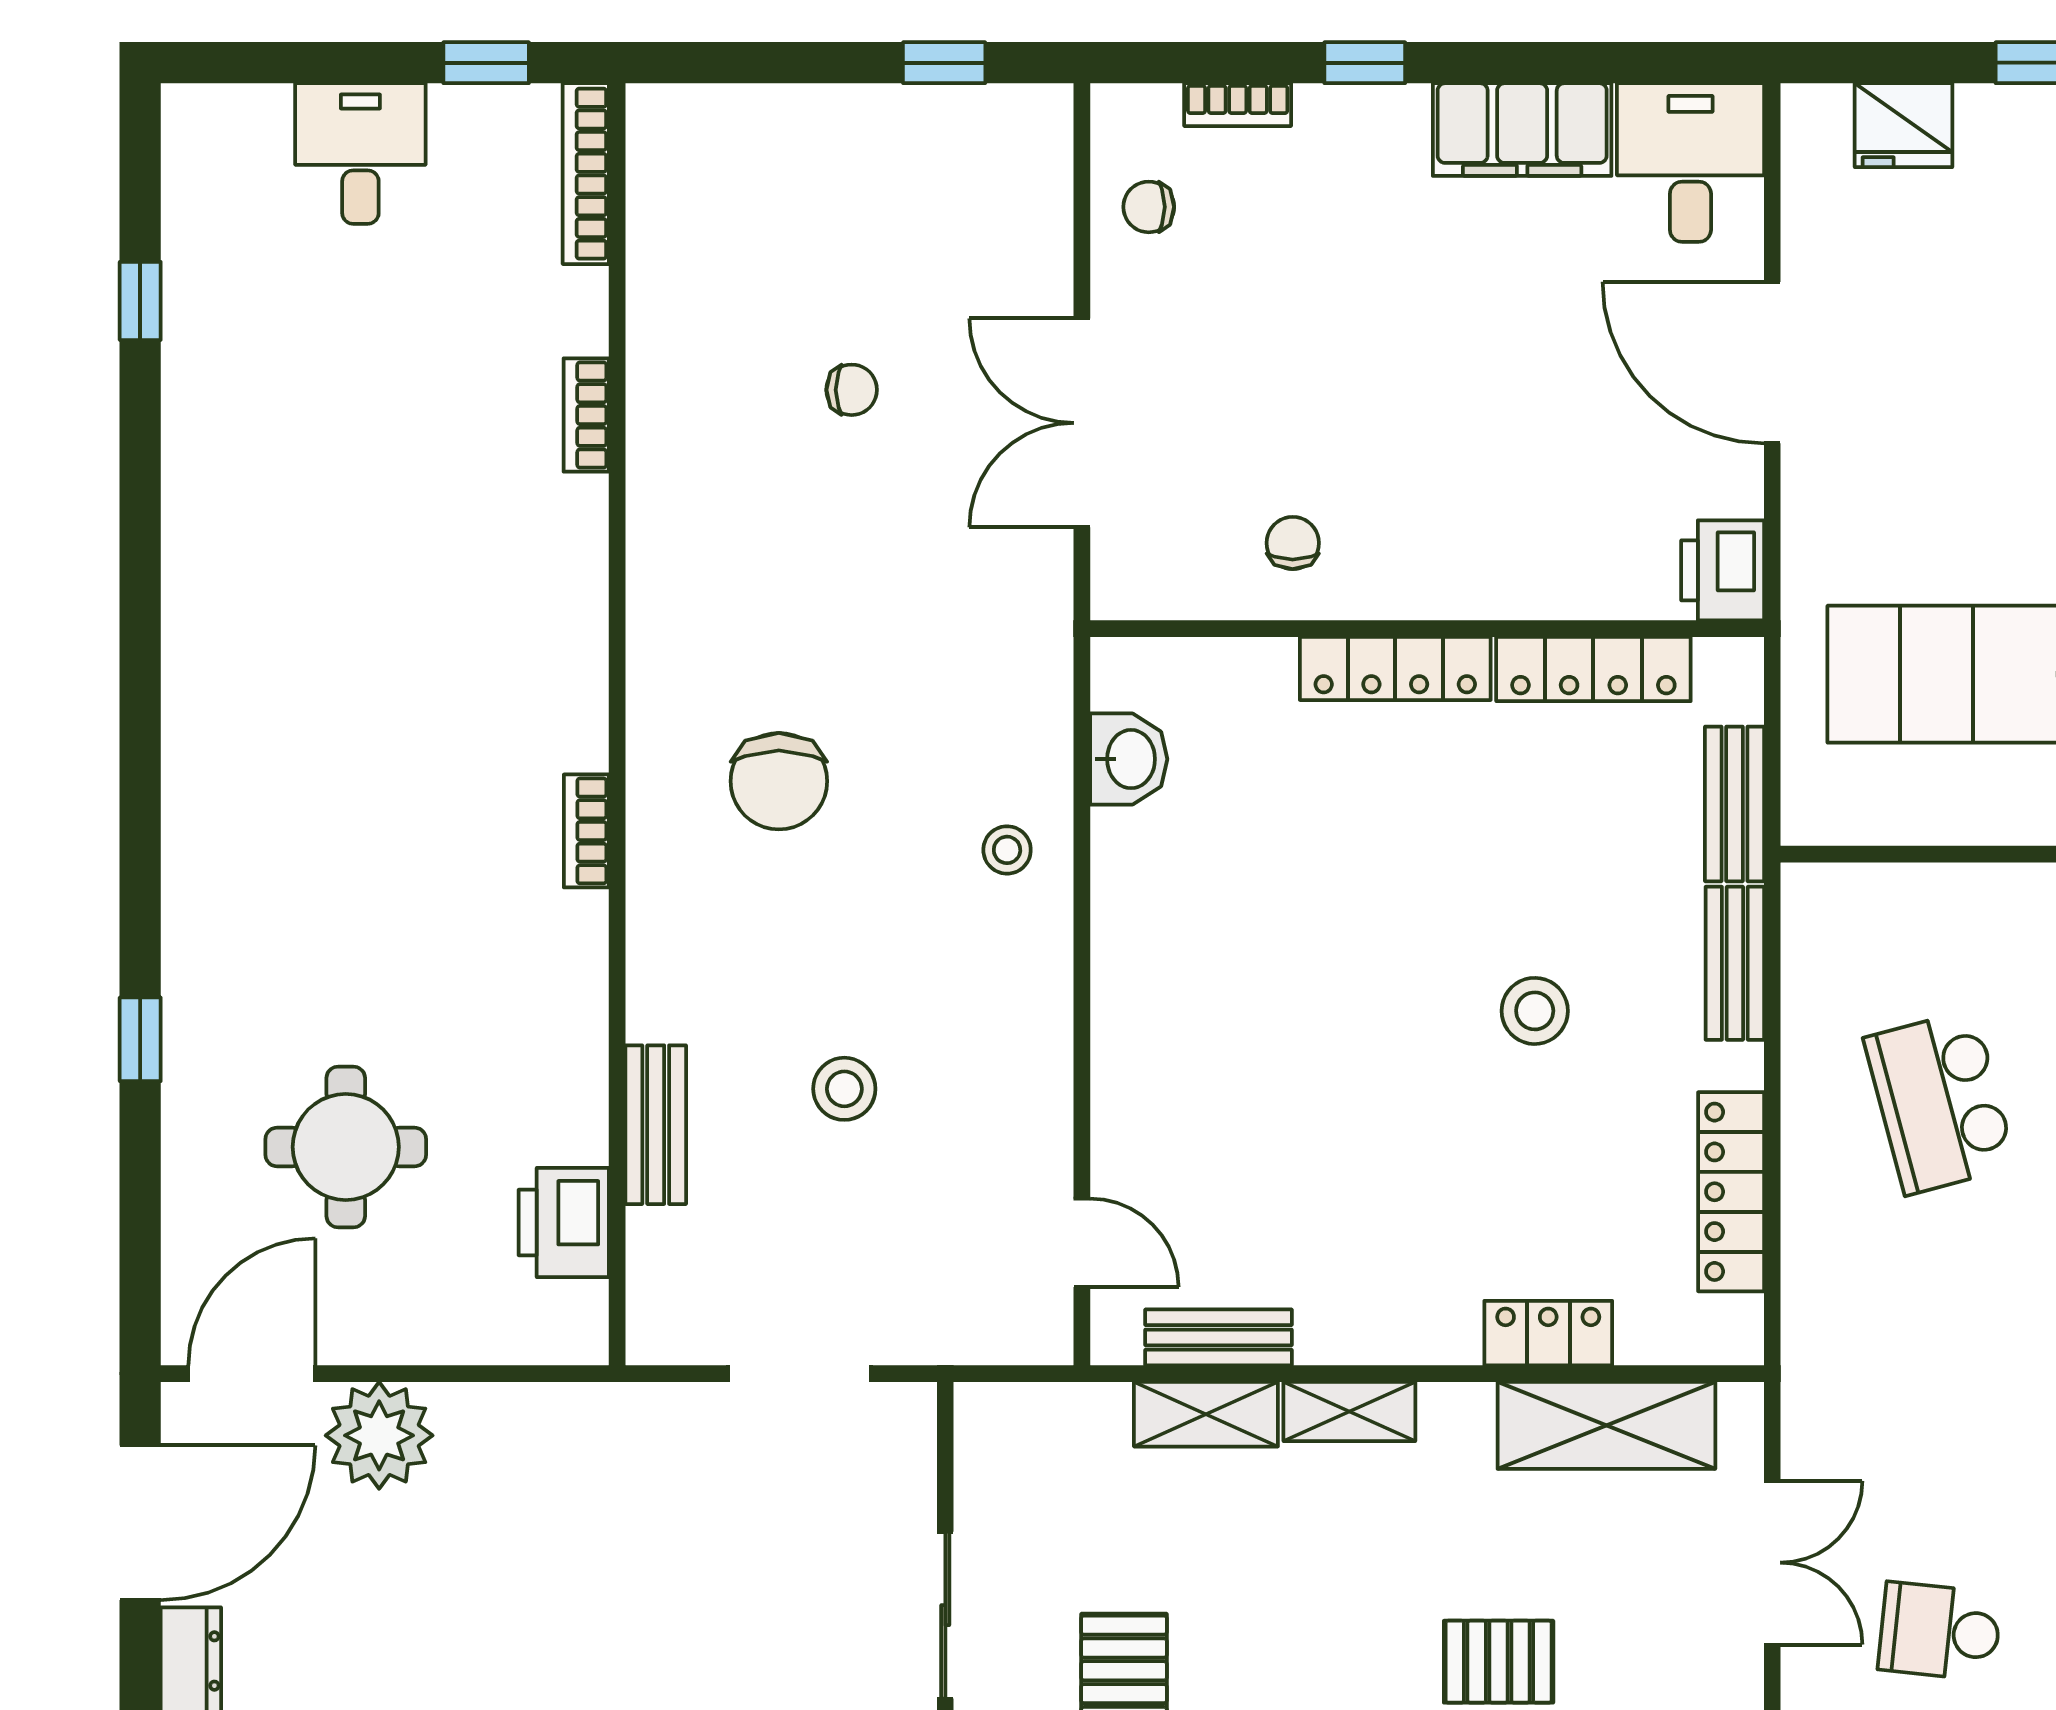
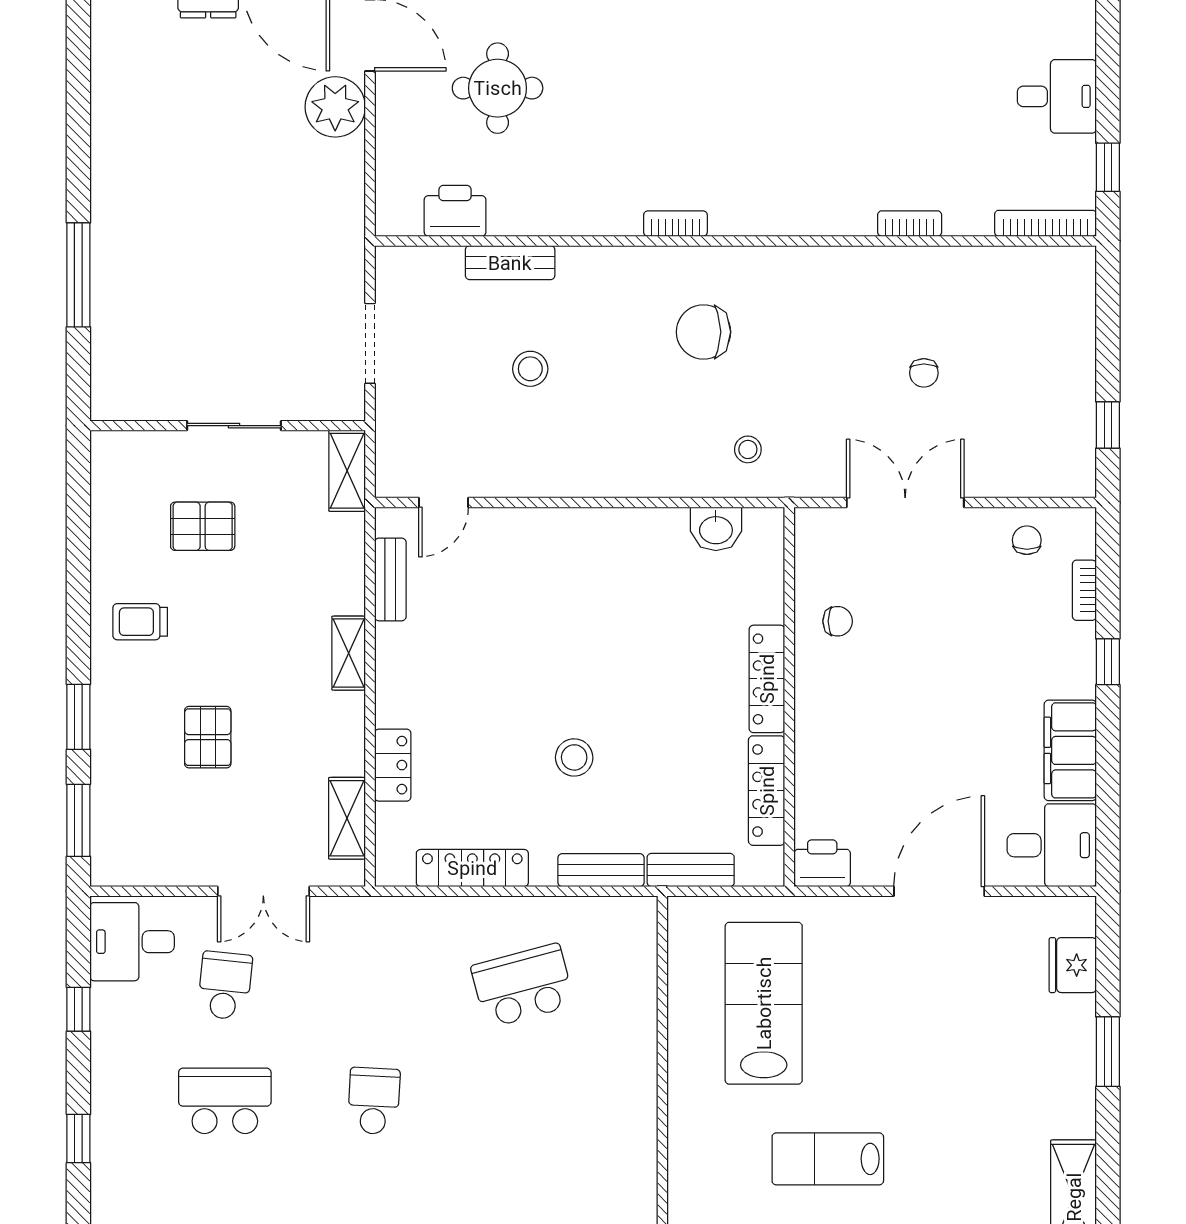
stool: (1007, 850) -> (748, 449), moved
shelving: (1206, 1414) -> (347, 471), moved
shelving: (1606, 1425) -> (347, 818), width x0.67, depth x0.75

